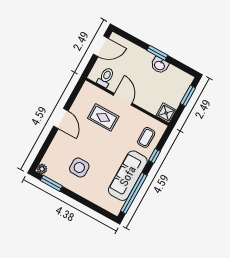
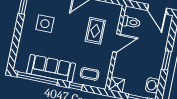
washbasin: (160, 65) -> (152, 85), moved

